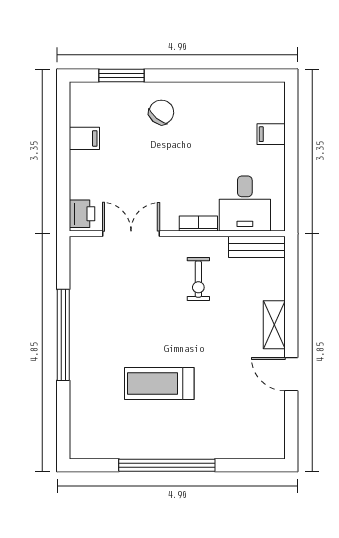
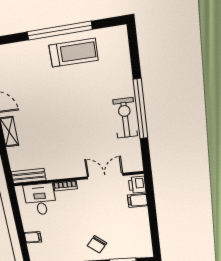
filing cabinet: (84, 138) -> (138, 200), moved
double door: (131, 234) -> (105, 176), swing flipped
exercise bike: (198, 279) -> (125, 118), moved, width x1.38, depth x1.39
treadmill: (159, 383) -> (73, 53), moved

